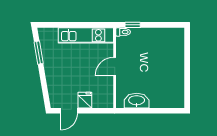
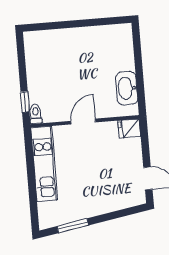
door: (115, 67) -> (83, 122), swing flipped
fridge: (85, 100) -> (129, 129), moved

